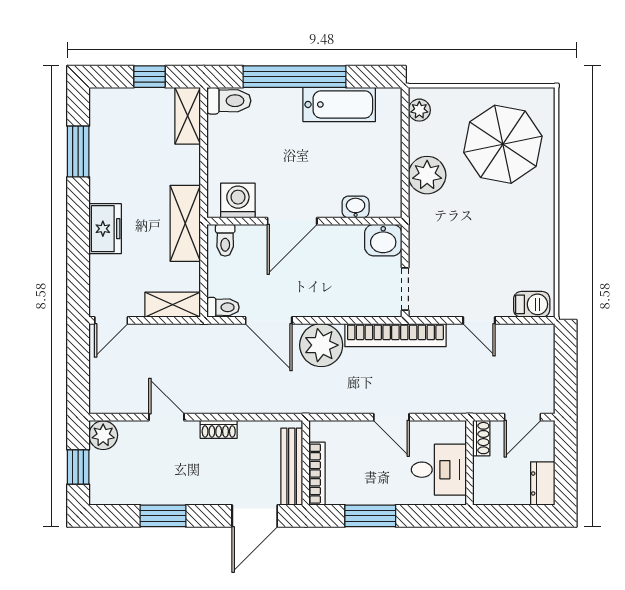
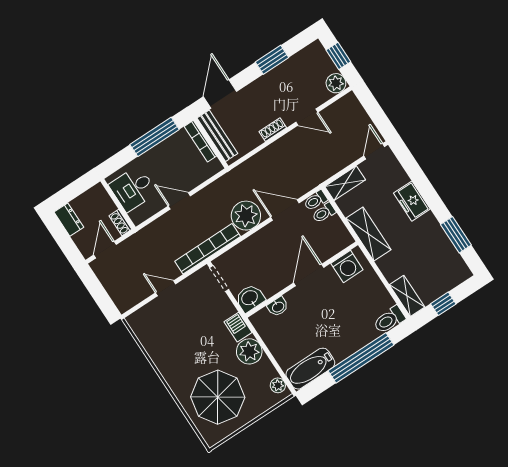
bathtub: (339, 104) -> (310, 369), moved
toilet: (225, 240) -> (324, 213), moved, turned -90
barbecue: (532, 304) -> (238, 327), moved, turned 90
window: (370, 516) -> (154, 137), width x1.44

